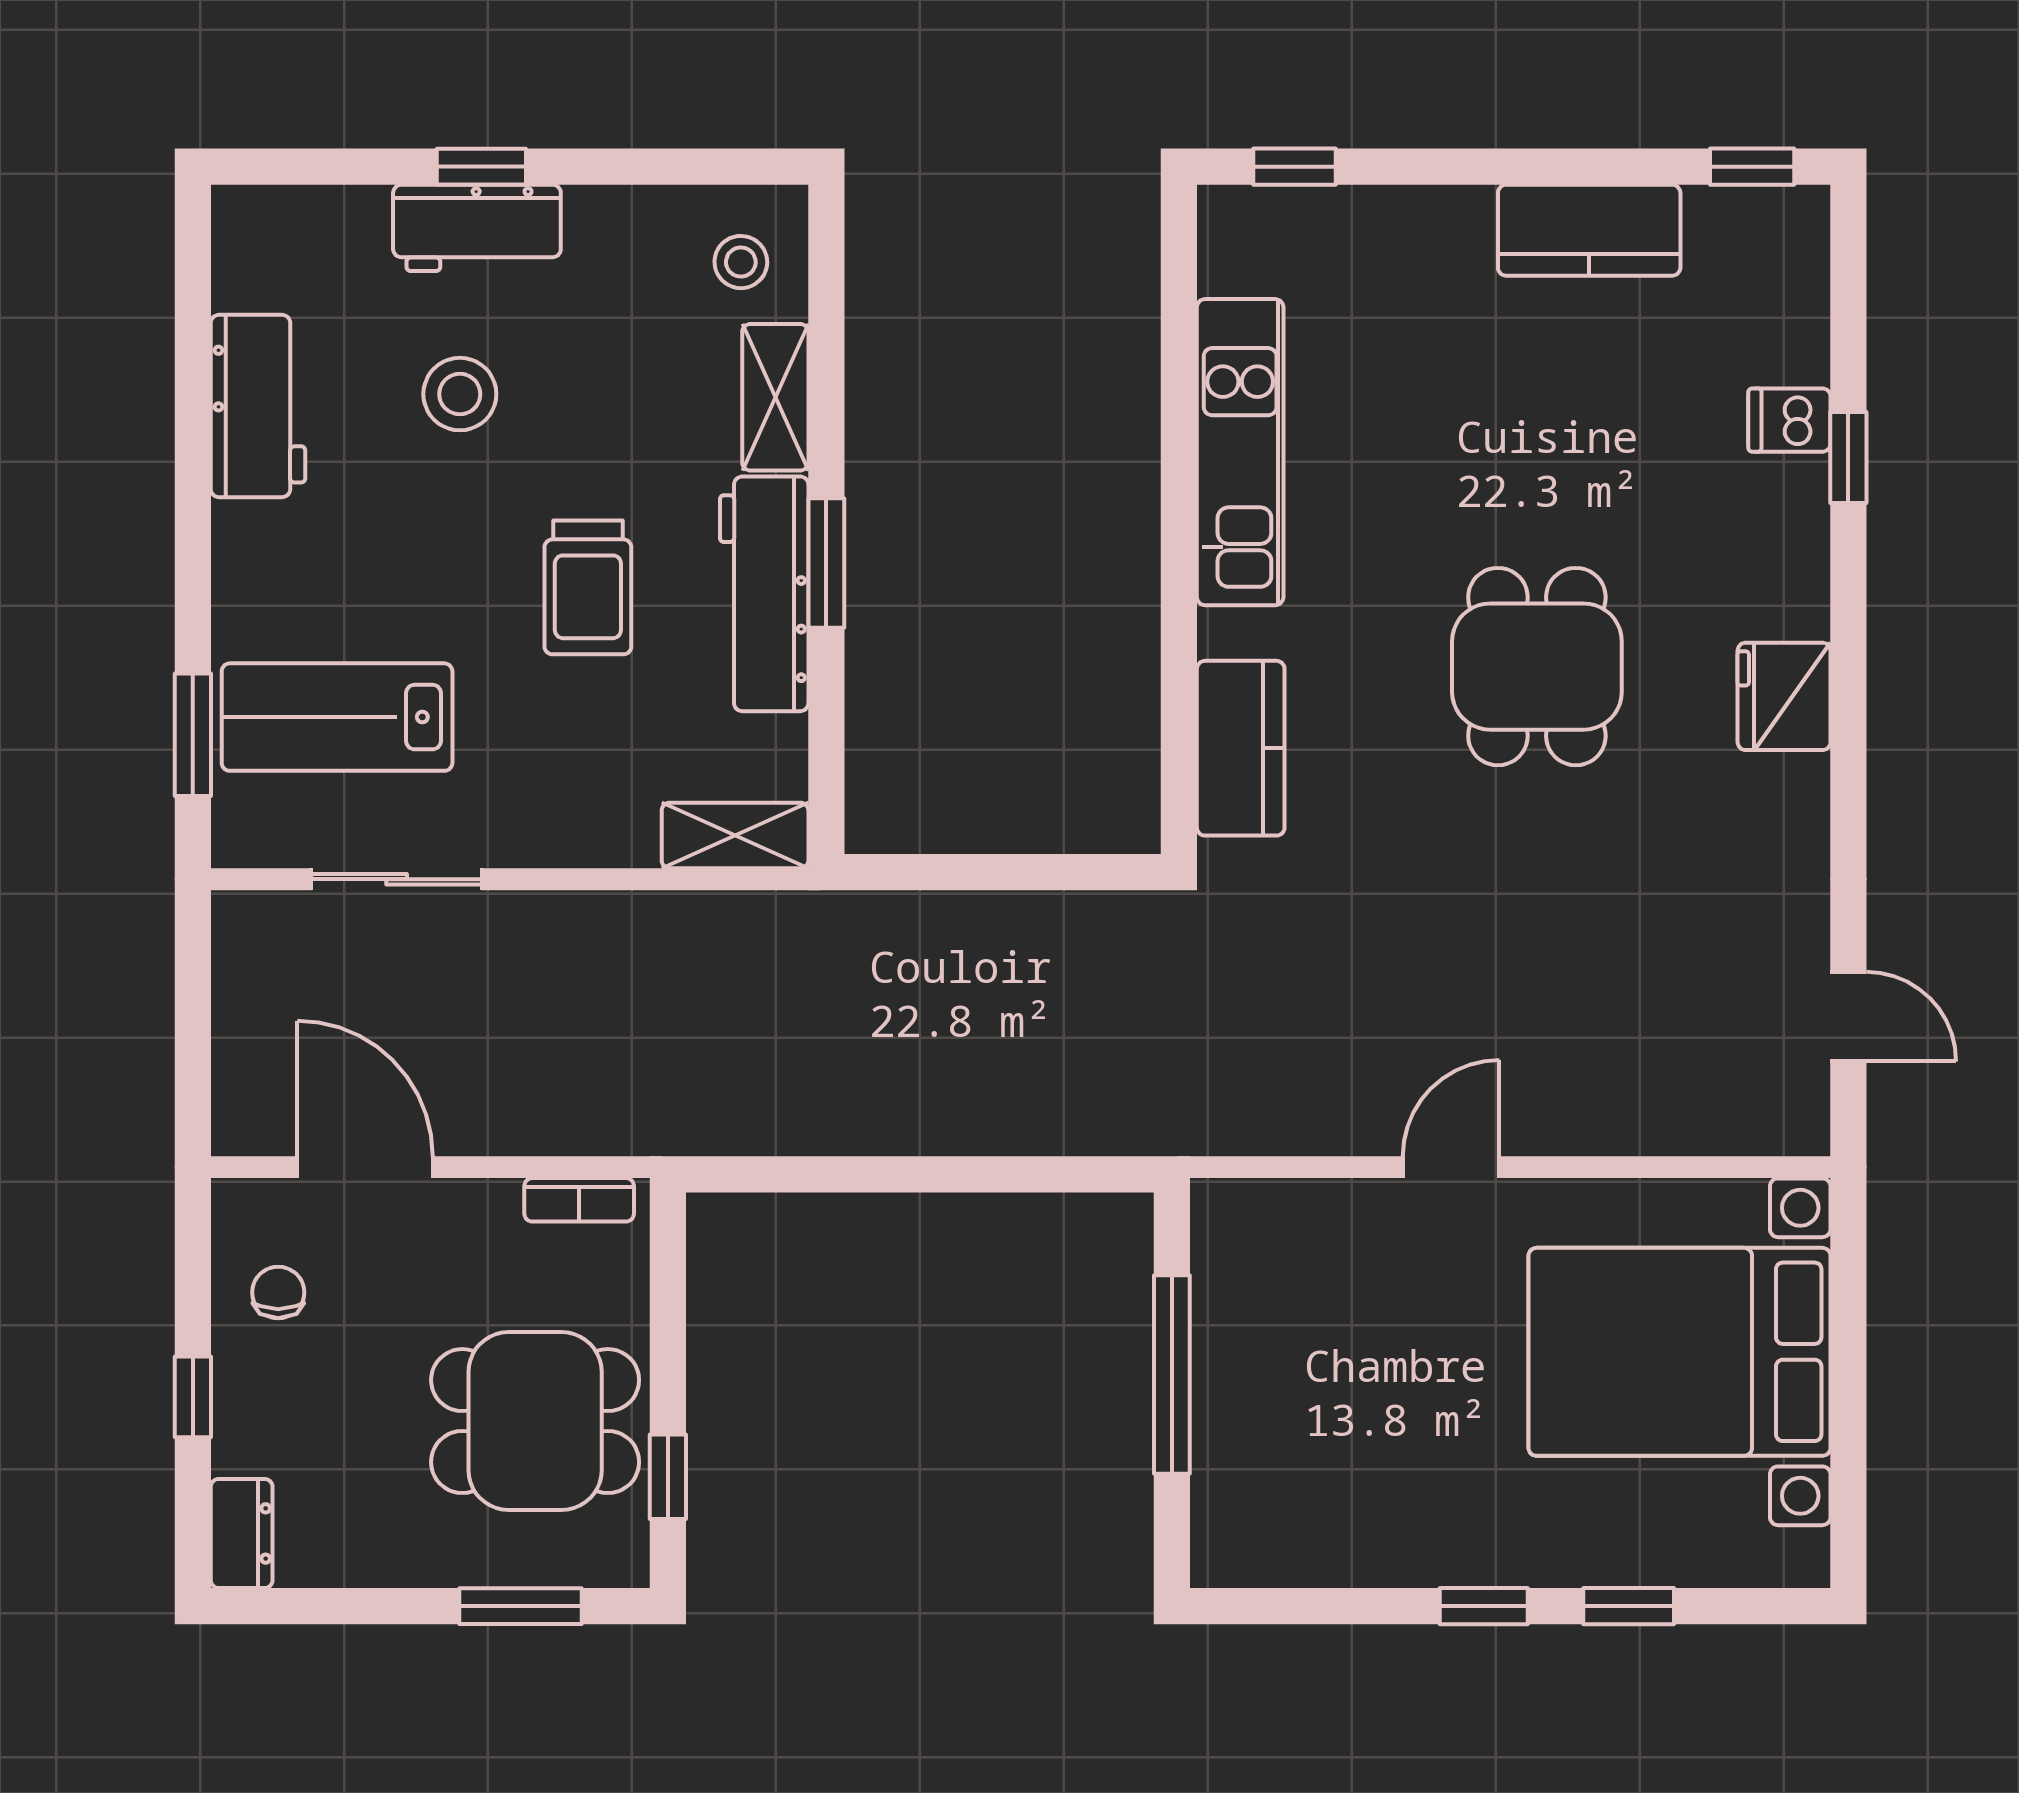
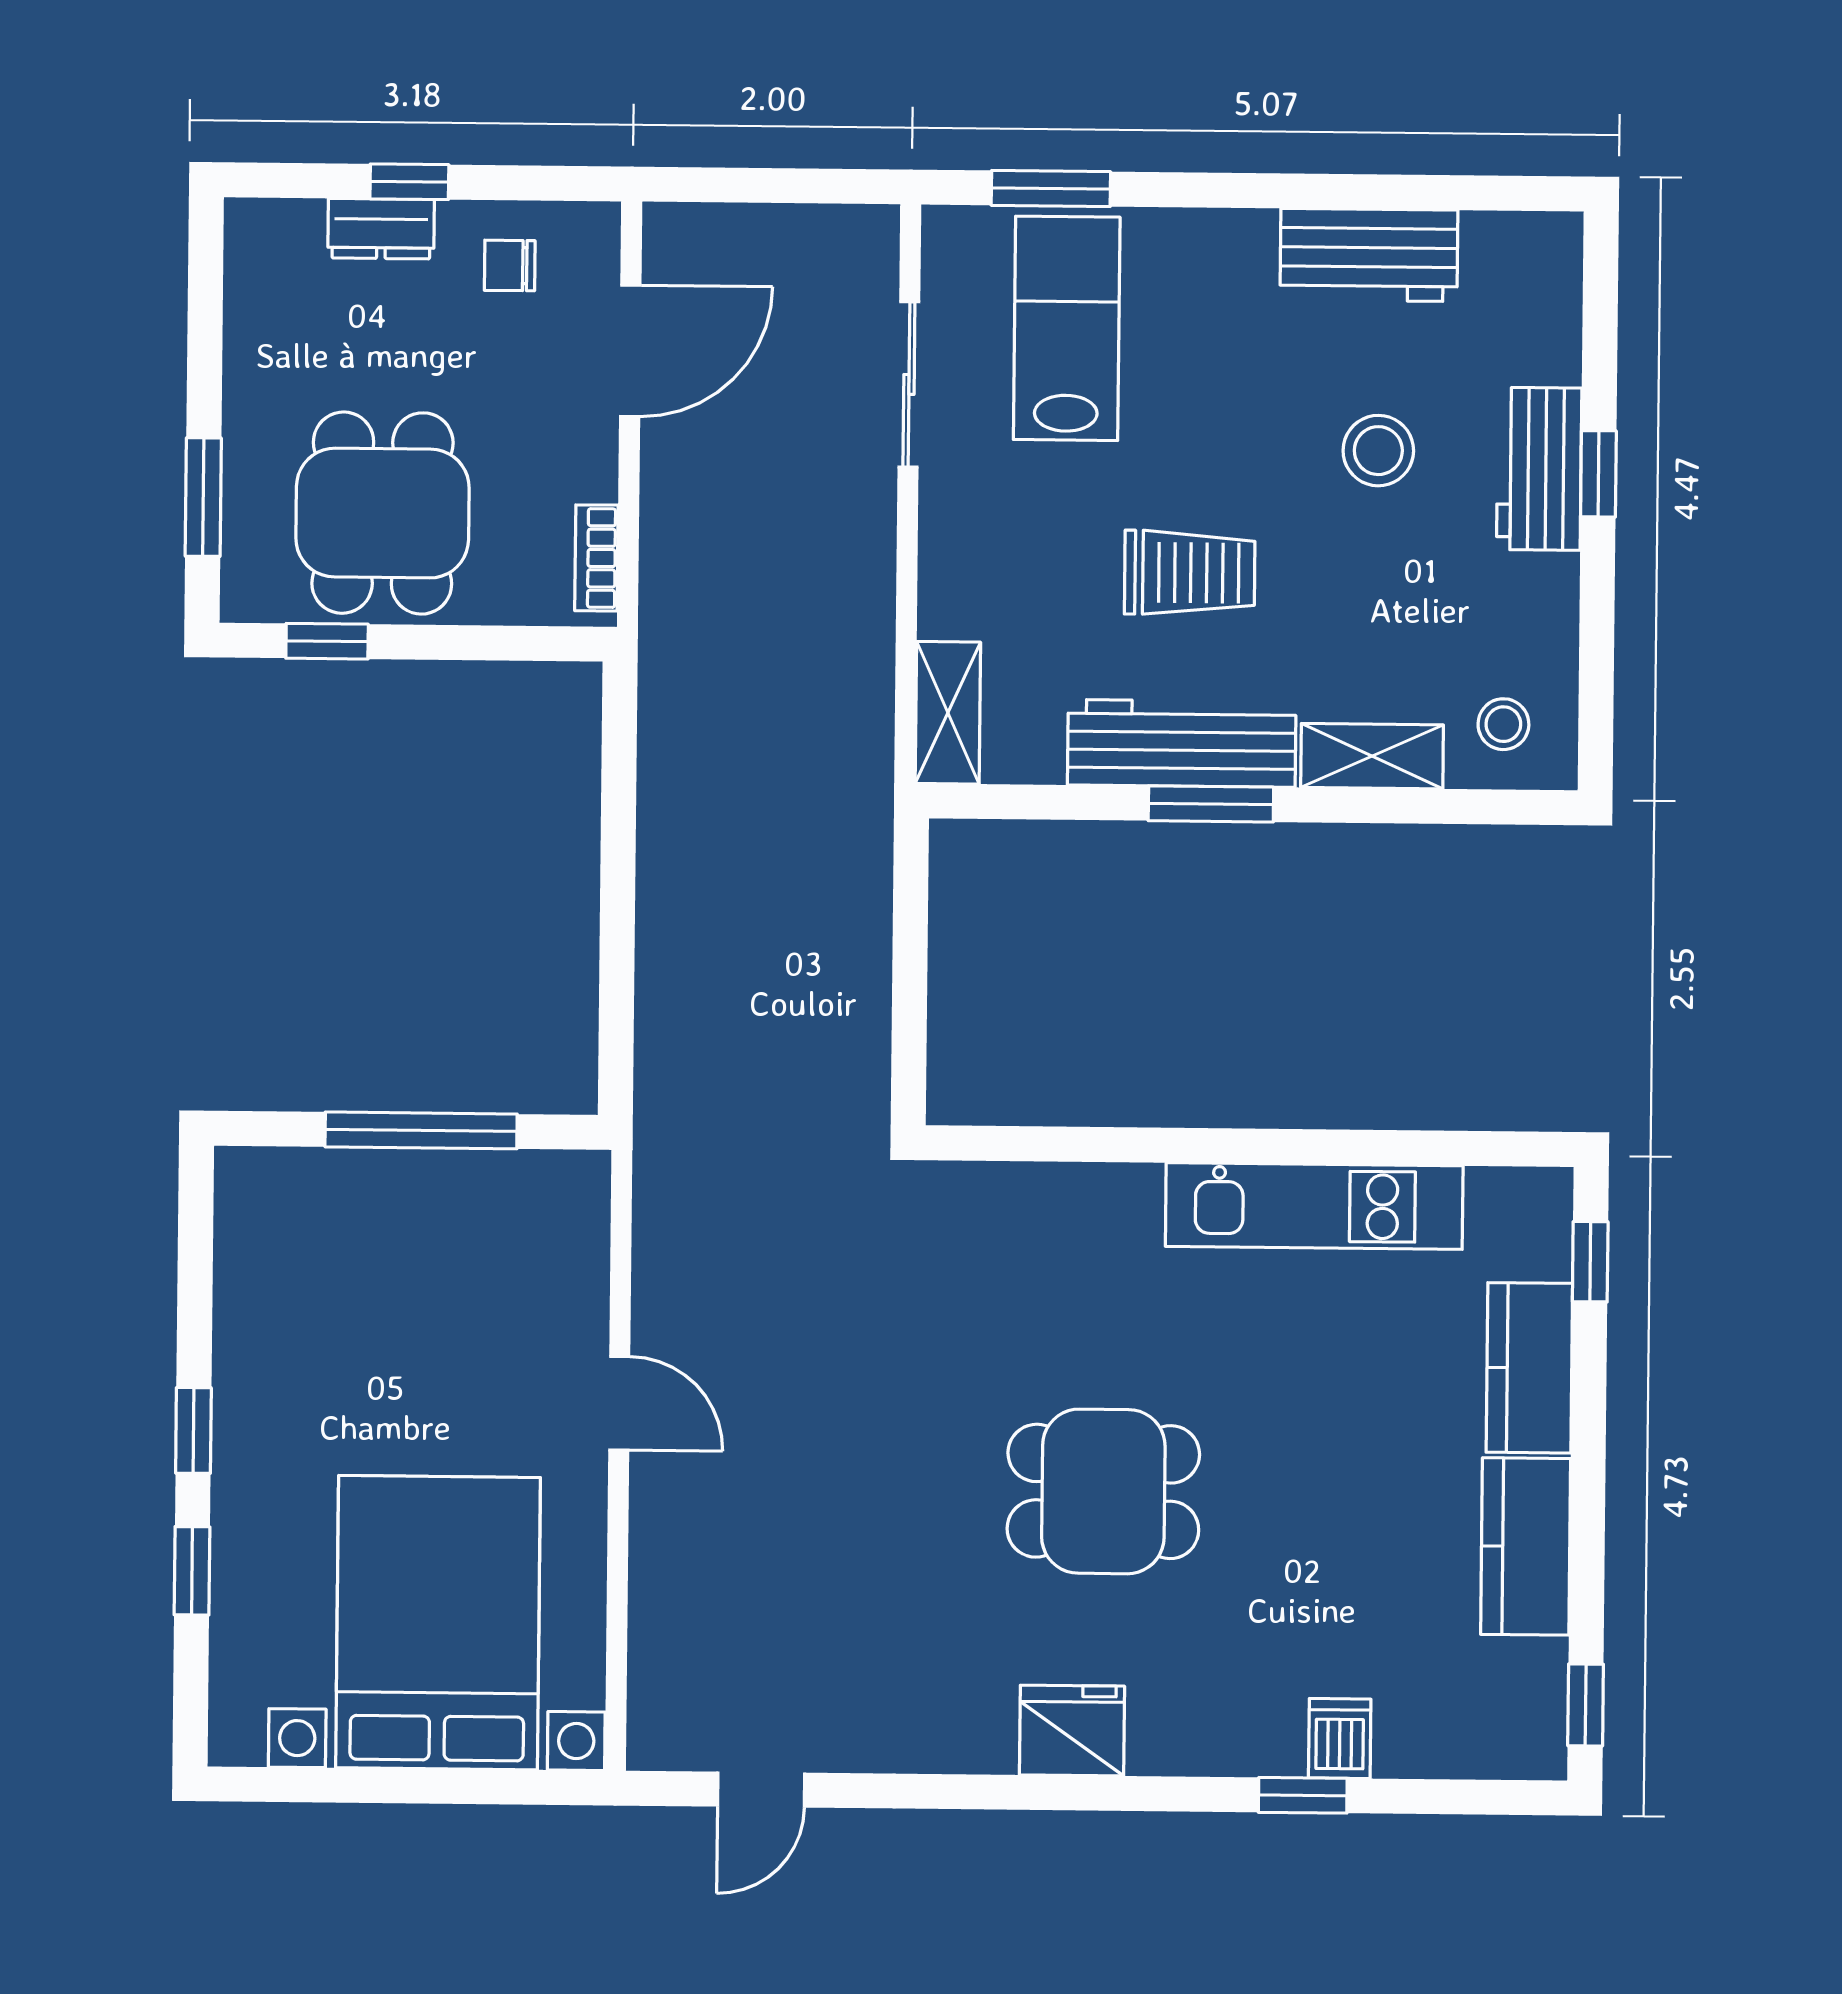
trolley: (588, 587) -> (1190, 573), turned 180
kitchen counter: (1241, 748) -> (1529, 1368), moved, turned 90
chair: (278, 1292) -> (510, 265), turned 180
dresser: (242, 1533) -> (381, 229), moved

